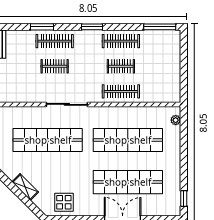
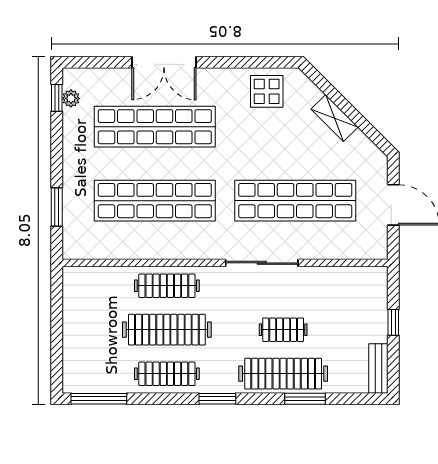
clothes rail: (55, 41) -> (283, 374), width x1.37, depth x1.31
clothes rail: (121, 66) -> (167, 330), width x1.86, depth x1.31
plant: (176, 120) -> (71, 98), moved
window: (184, 136) -> (57, 207), added

